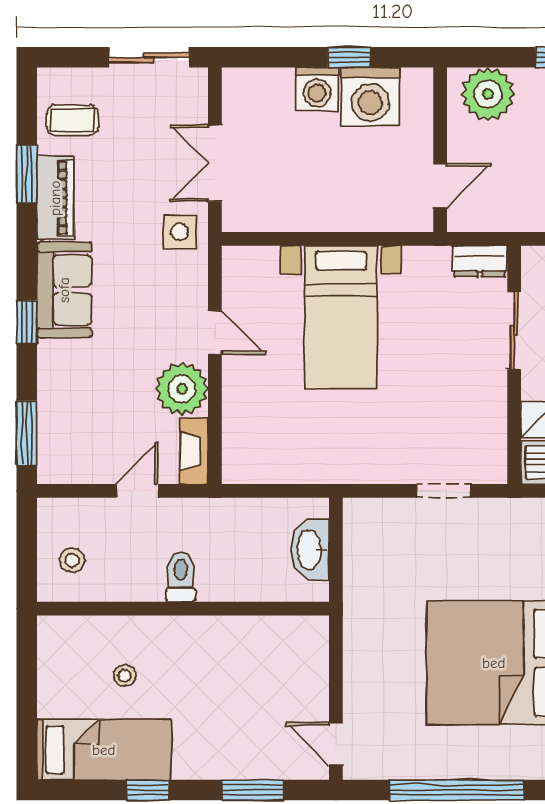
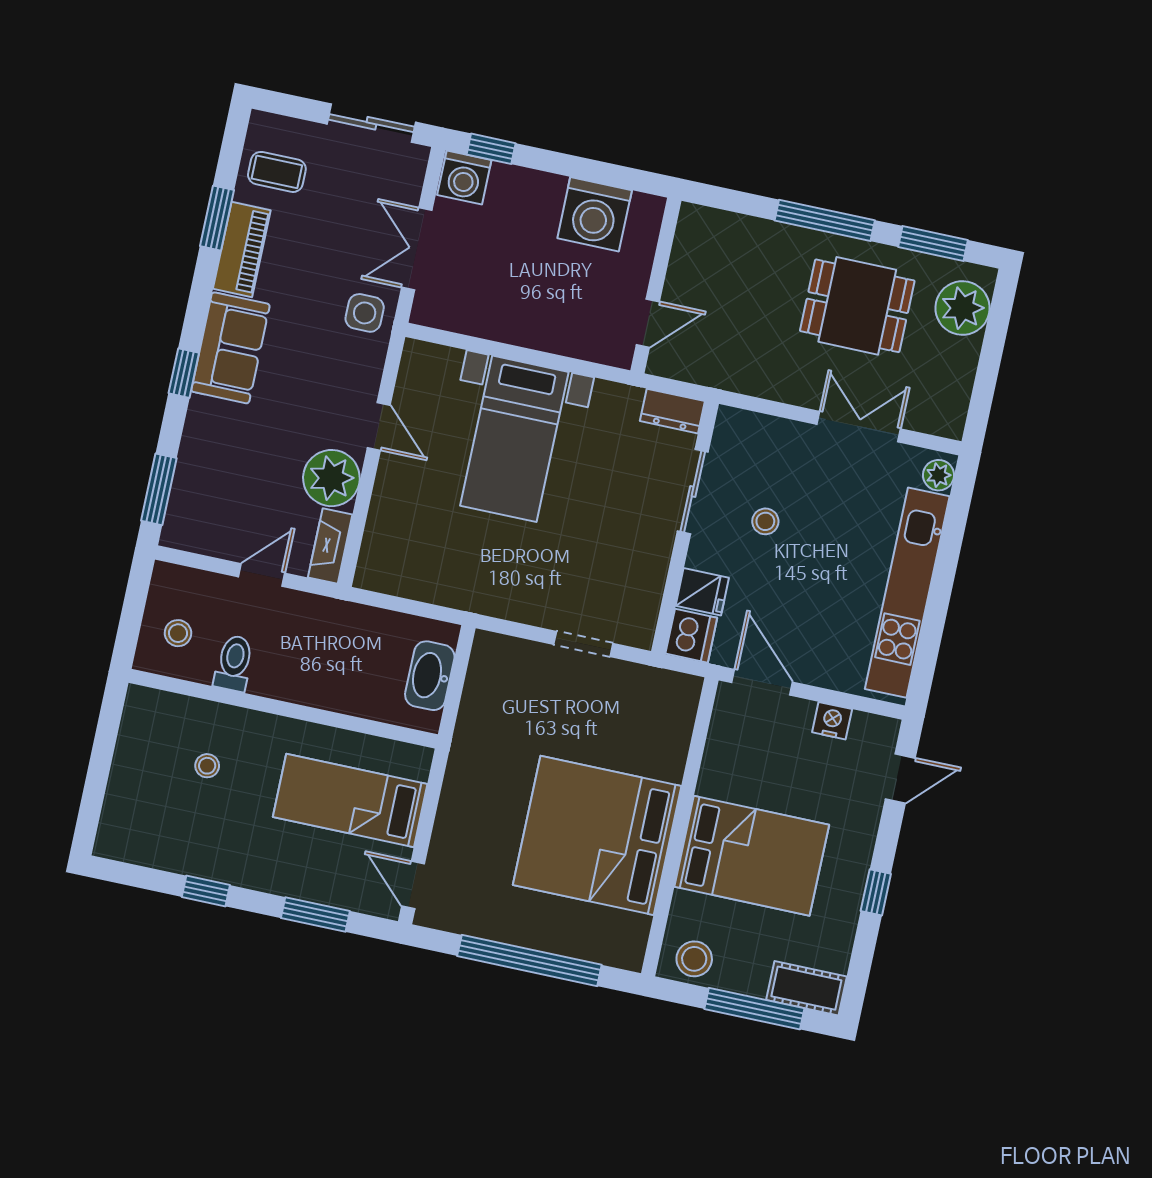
window: (349, 57) -> (491, 149), moved
washing machine: (317, 89) -> (464, 177), moved
plant: (488, 94) -> (719, 238), removed
toilet: (181, 577) -> (234, 663), moved
bed: (104, 750) -> (350, 801), moved, turned 180

